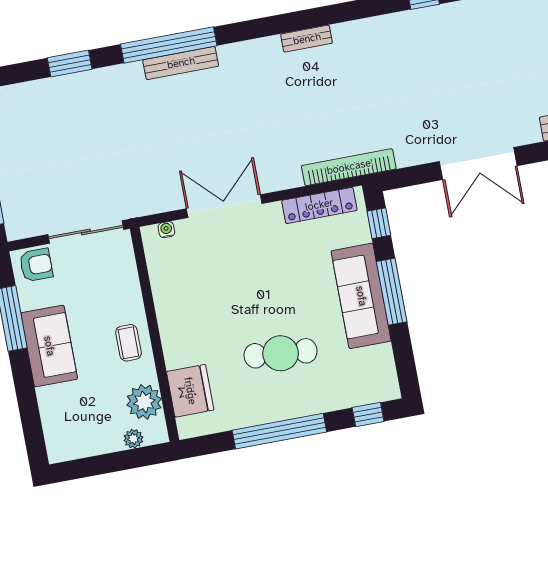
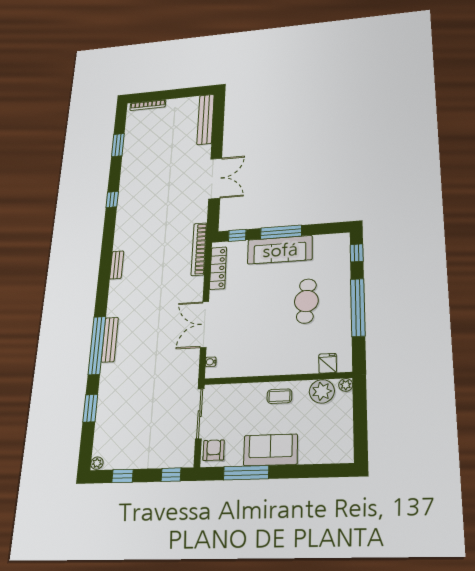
fridge: (190, 391) -> (328, 363), width x0.53, depth x0.75
plant: (133, 439) -> (346, 385), moved

